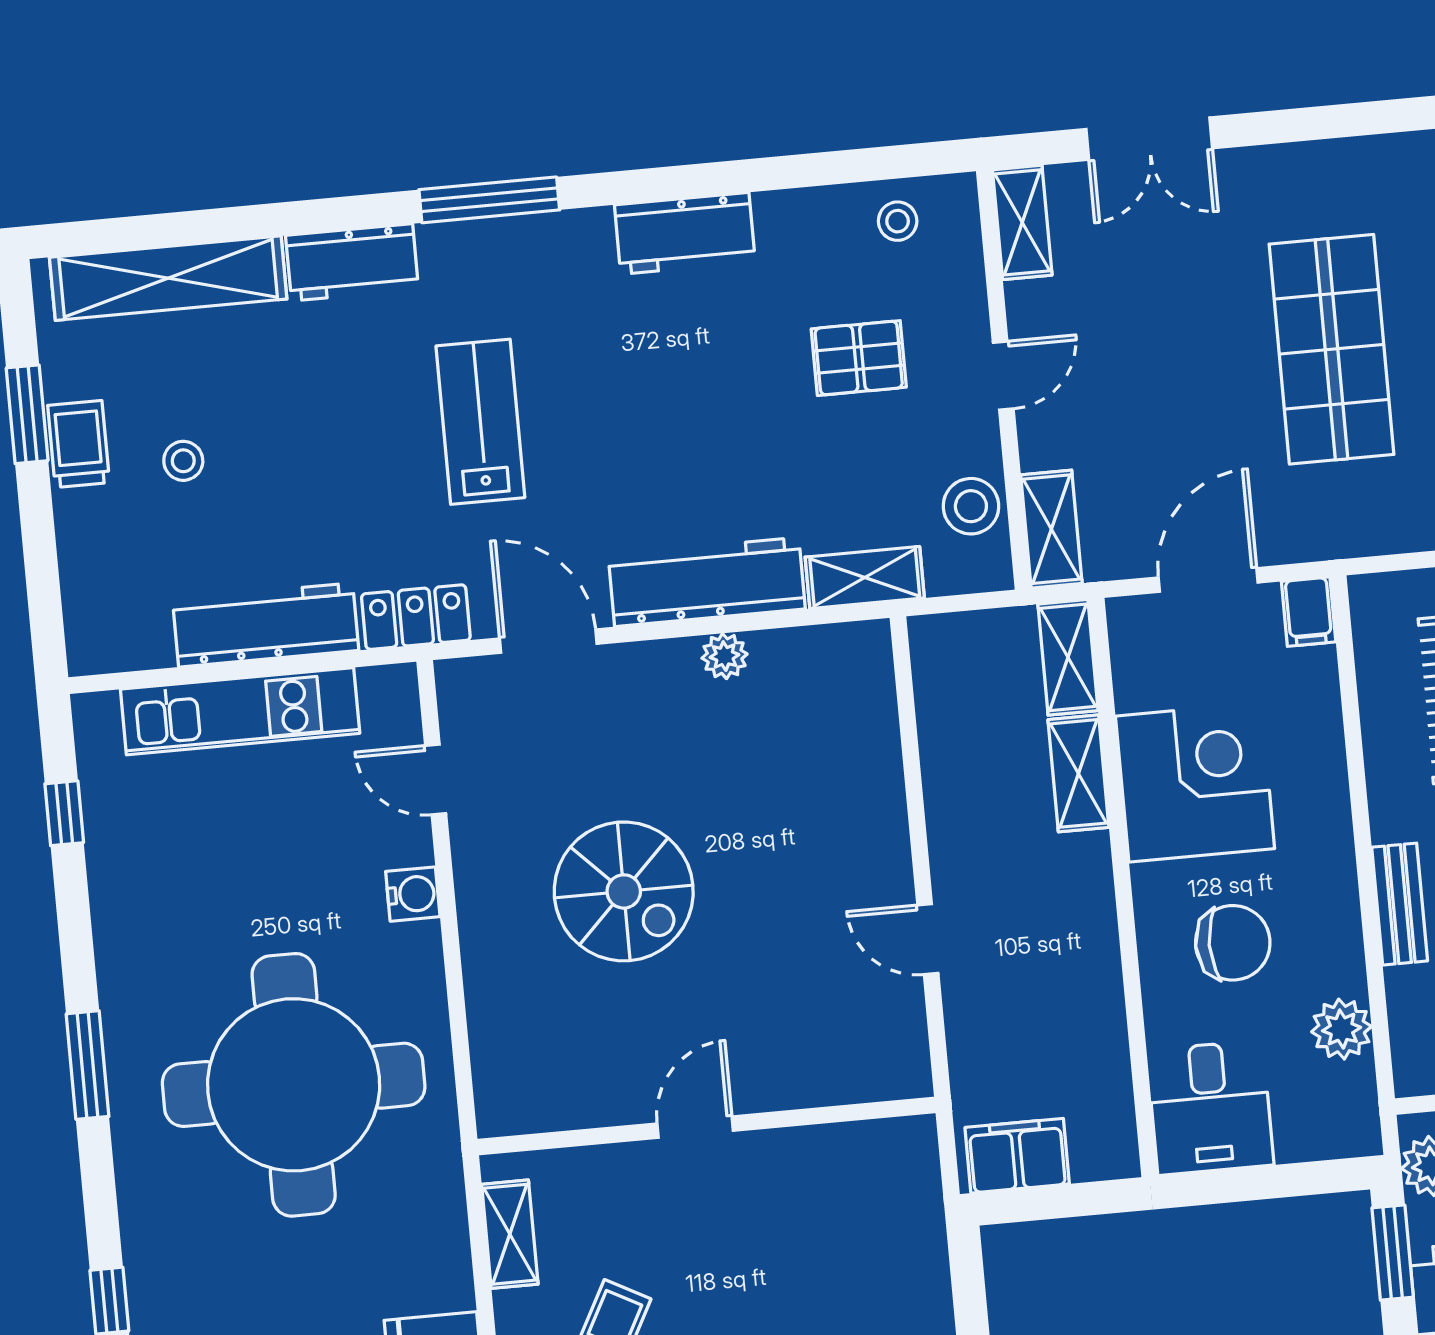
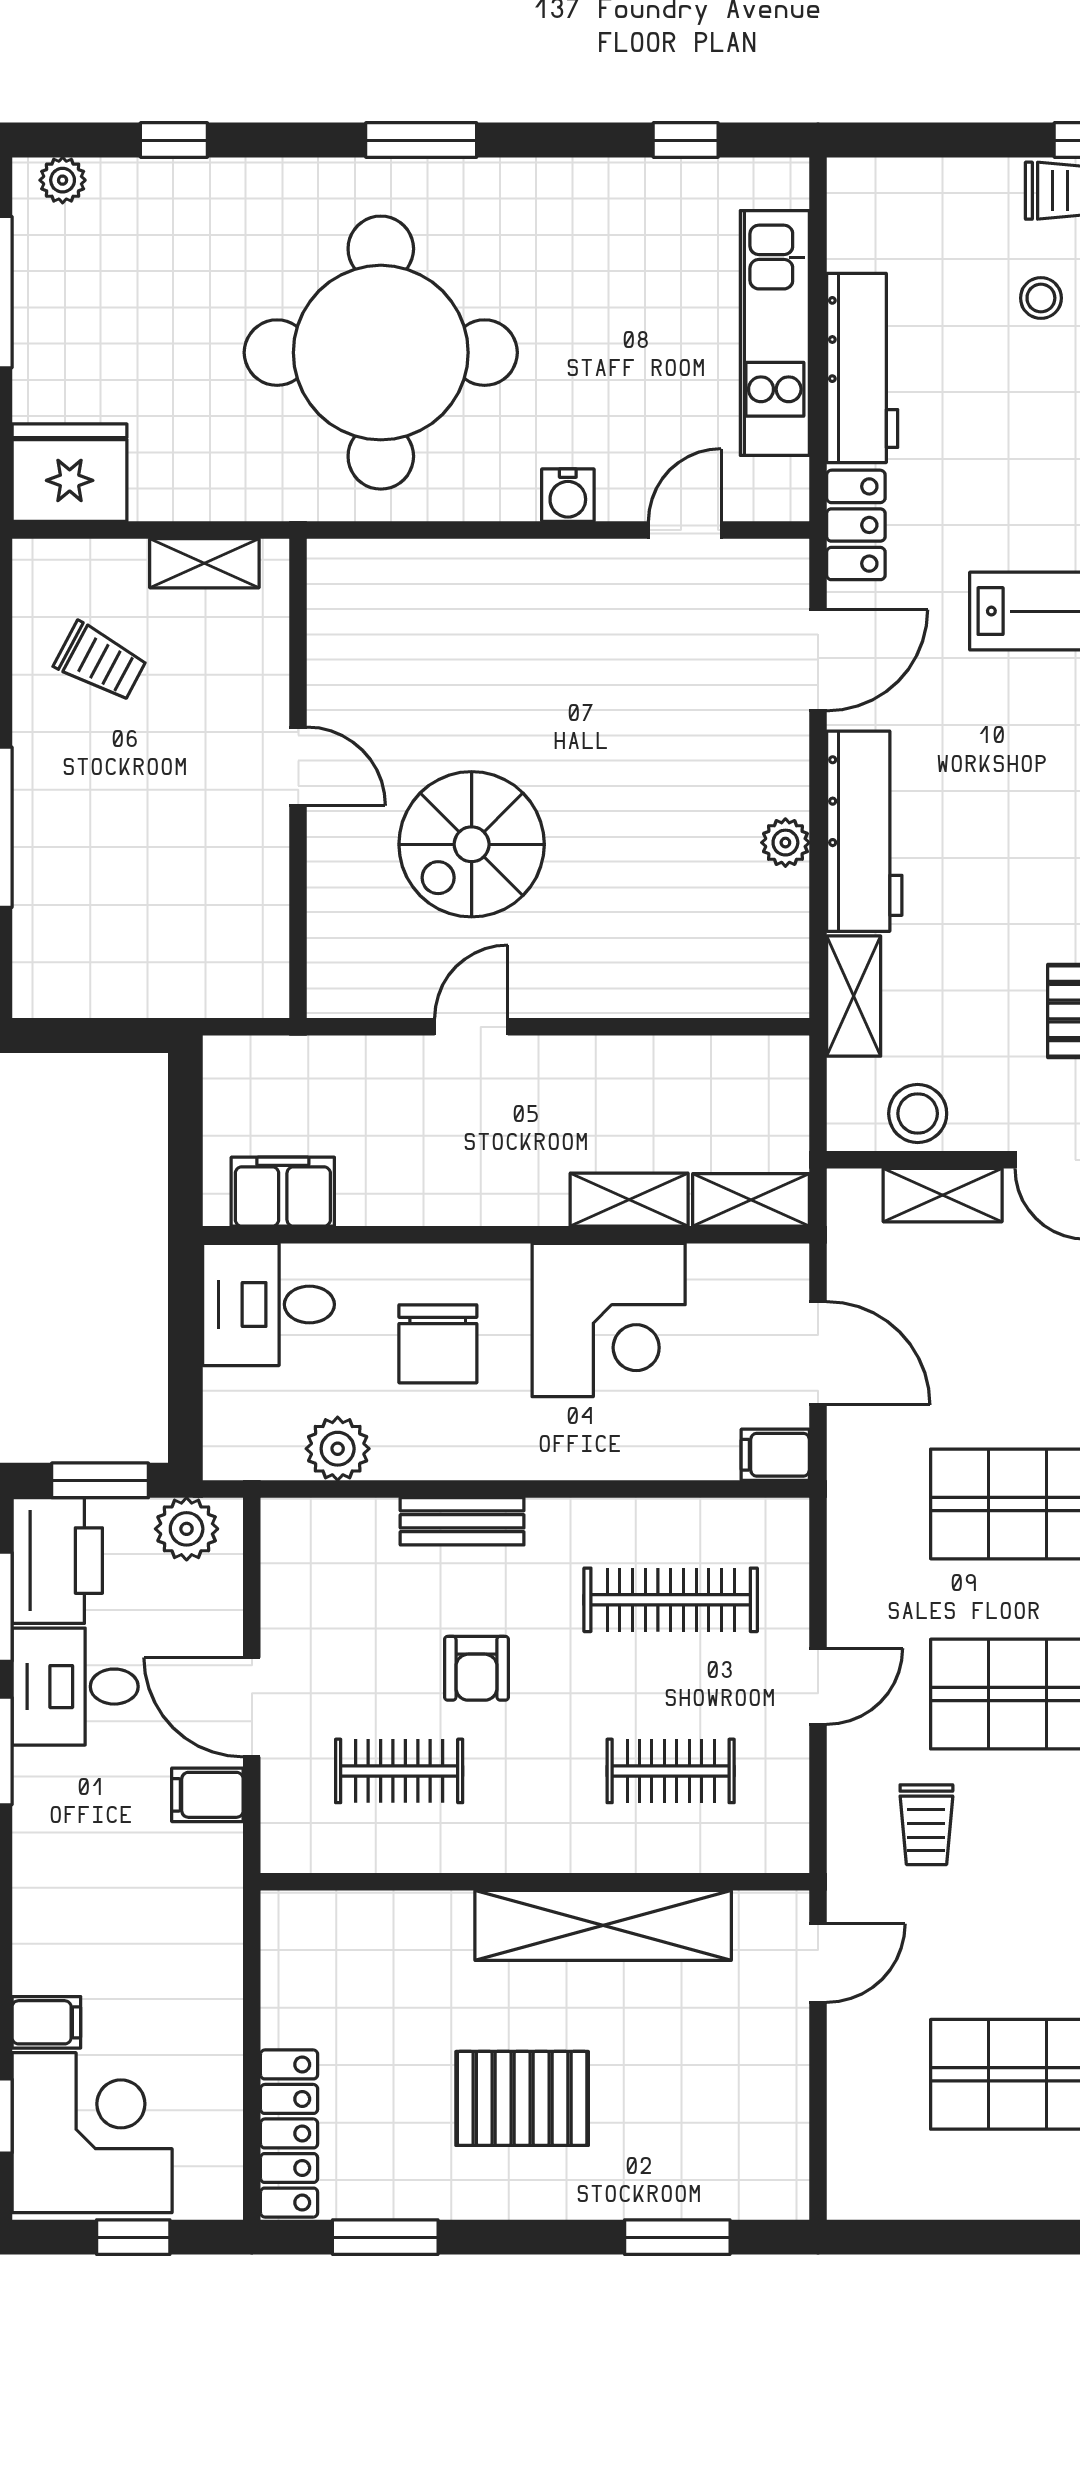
shelving: (1051, 529) -> (943, 1195), moved
spiral stairs: (624, 891) -> (472, 844), moved
filing cabinet: (1017, 1156) -> (283, 1192), moved, turned -90

